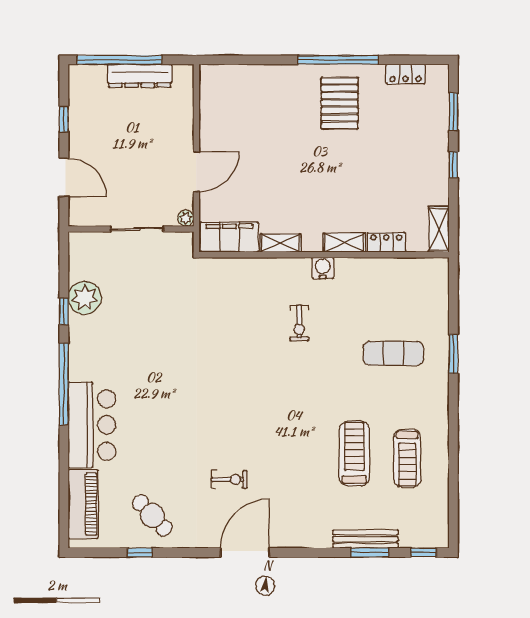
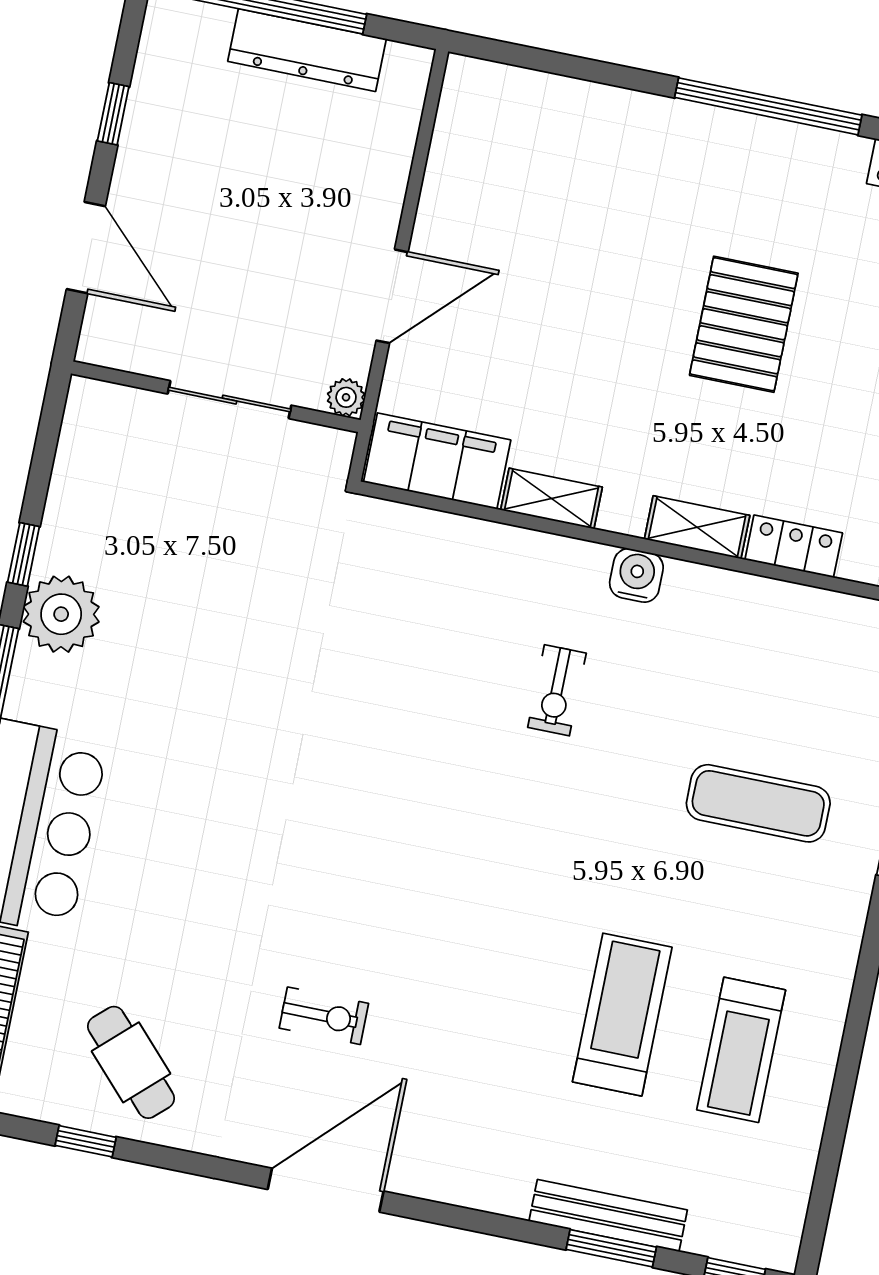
pallet: (340, 103) -> (744, 324), moved
plant: (85, 298) -> (61, 614), moved

